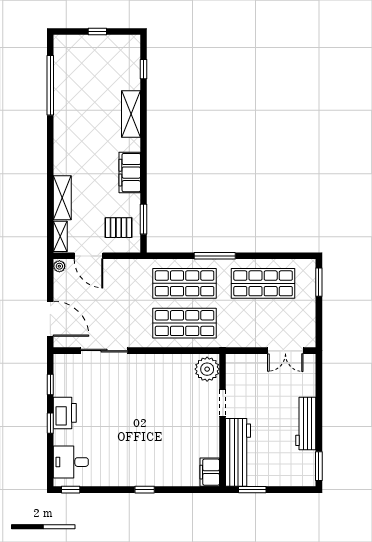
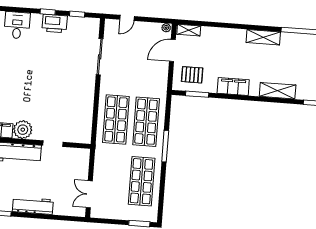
shelving: (62, 198) -> (263, 37), moved
pallet: (119, 228) -> (192, 75), turned 90
door: (50, 319) -> (127, 18), width x0.53
plant: (207, 369) -> (23, 130), moved

